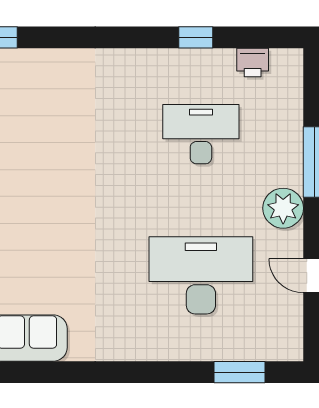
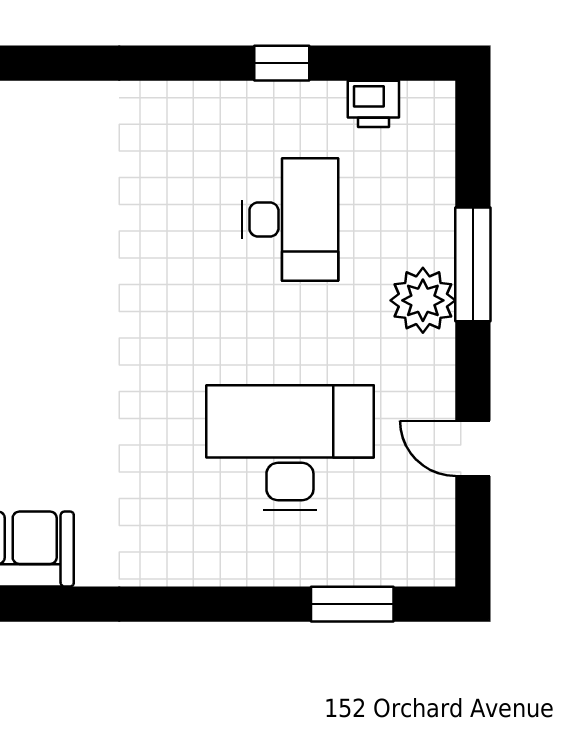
desk: (201, 134) -> (290, 220), turned 90
plant: (283, 208) -> (423, 300), moved

